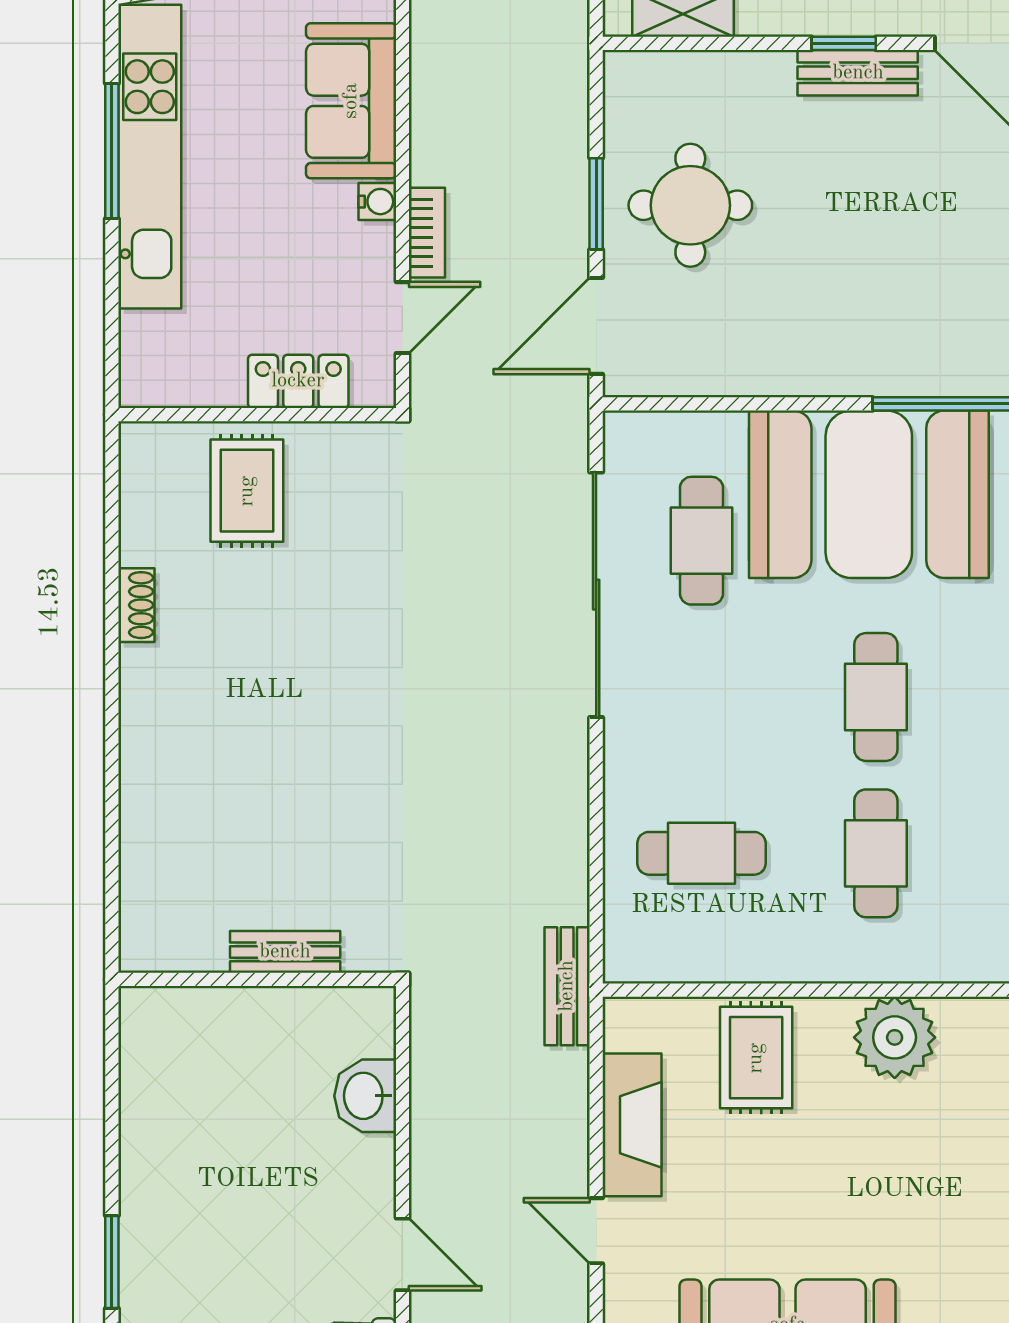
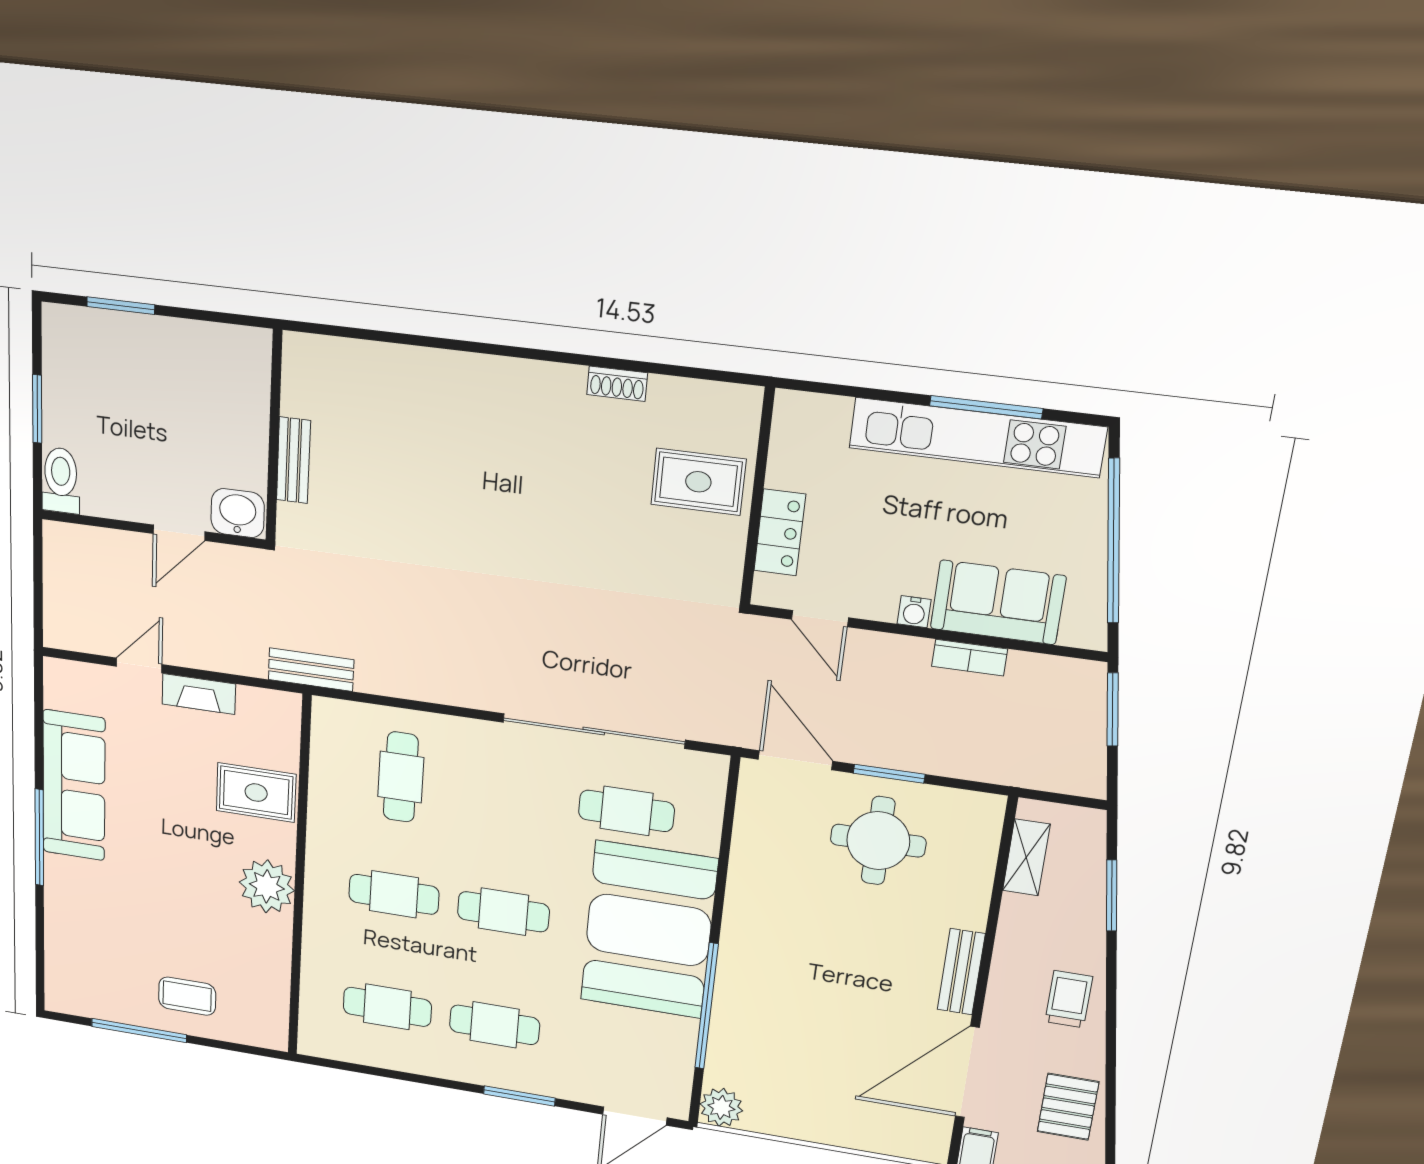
window: (844, 43) -> (985, 966), removed
bookcase: (427, 233) -> (970, 658), moved
bench: (285, 952) -> (293, 460), moved
wall: (257, 979) -> (274, 437), moved
fireplace: (632, 1125) -> (199, 694), width x0.73, depth x0.76
door: (402, 1254) -> (179, 533), moved

